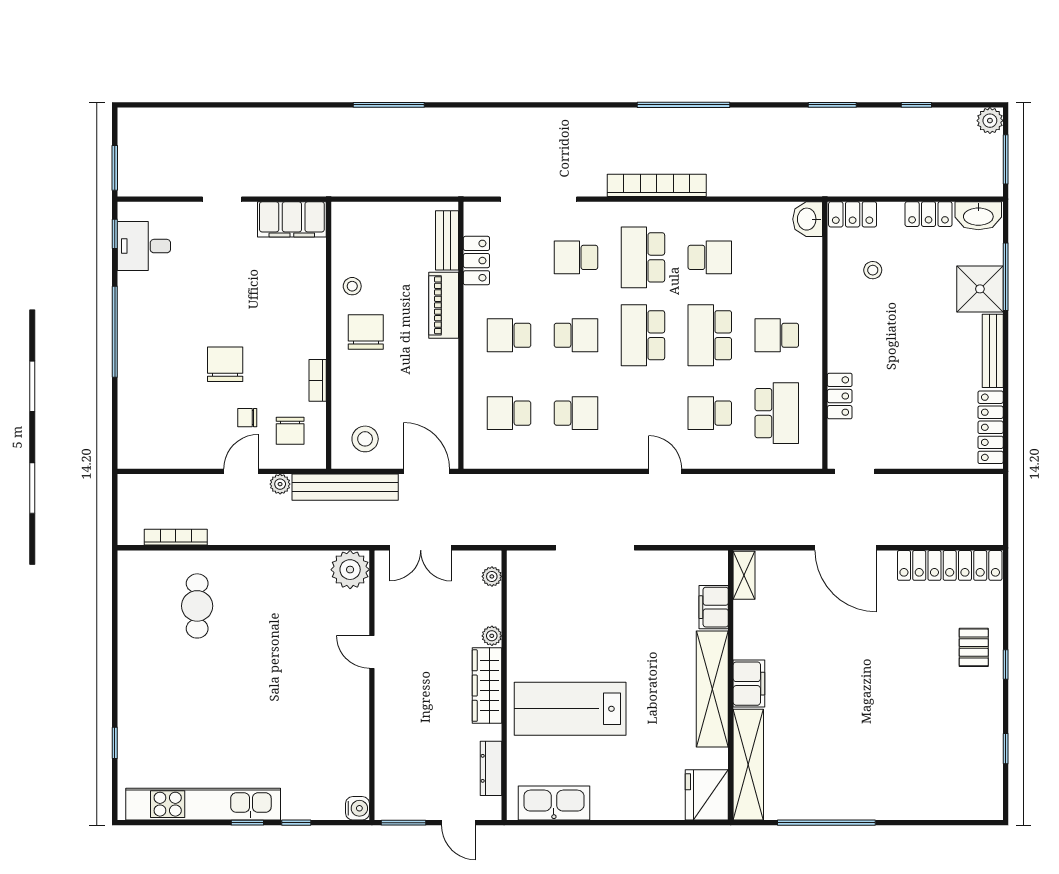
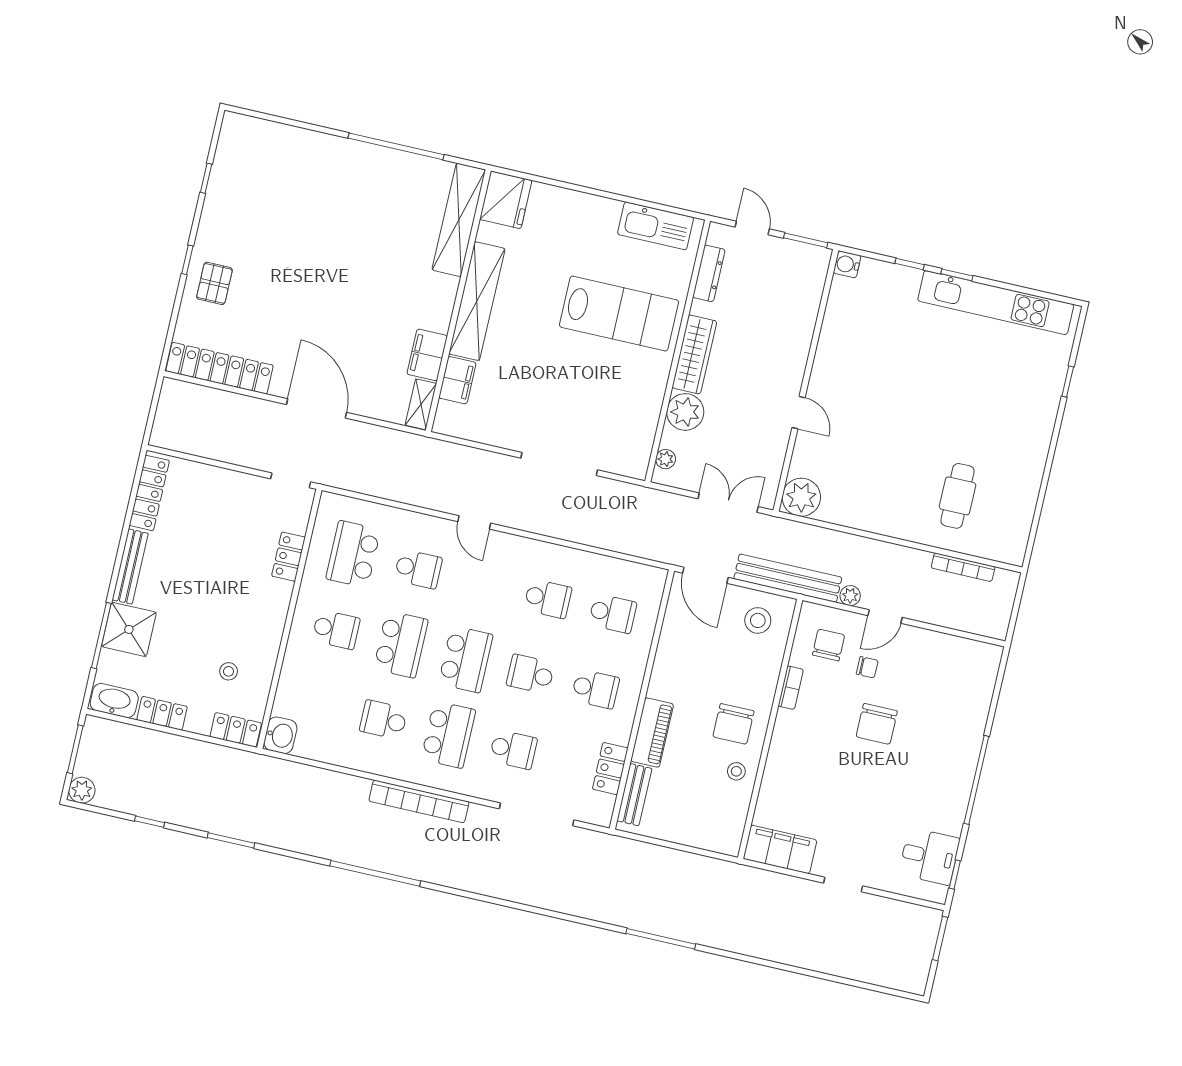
school desk: (576, 413) -> (548, 599), turned 180
plant: (492, 636) -> (685, 412), width x1.87, depth x1.87
filing cabinet: (749, 684) -> (427, 355), moved

